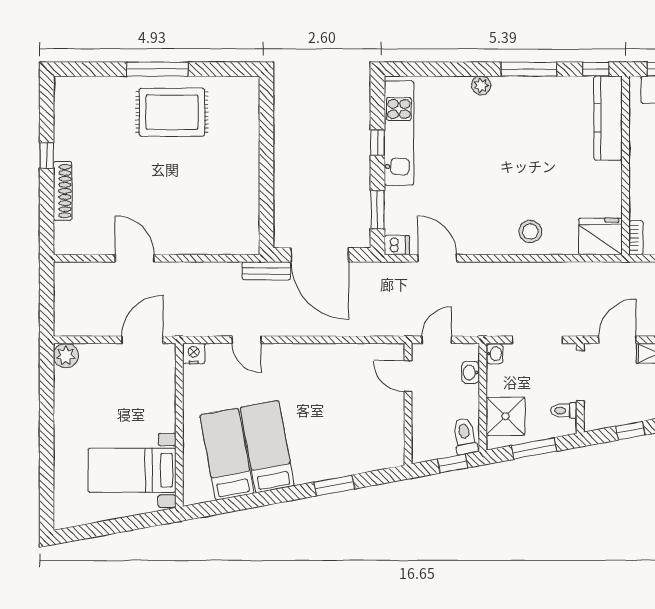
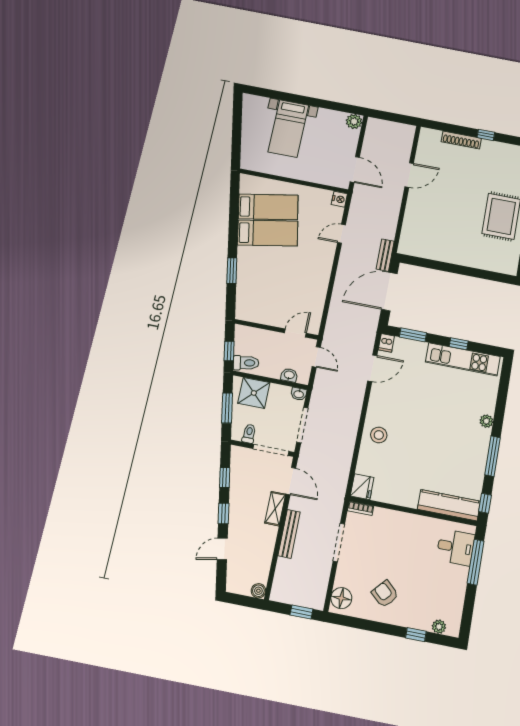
fridge: (600, 236) -> (362, 487), width x0.73, depth x0.75
bed with nightstands: (132, 470) -> (288, 128), moved, turned 180

